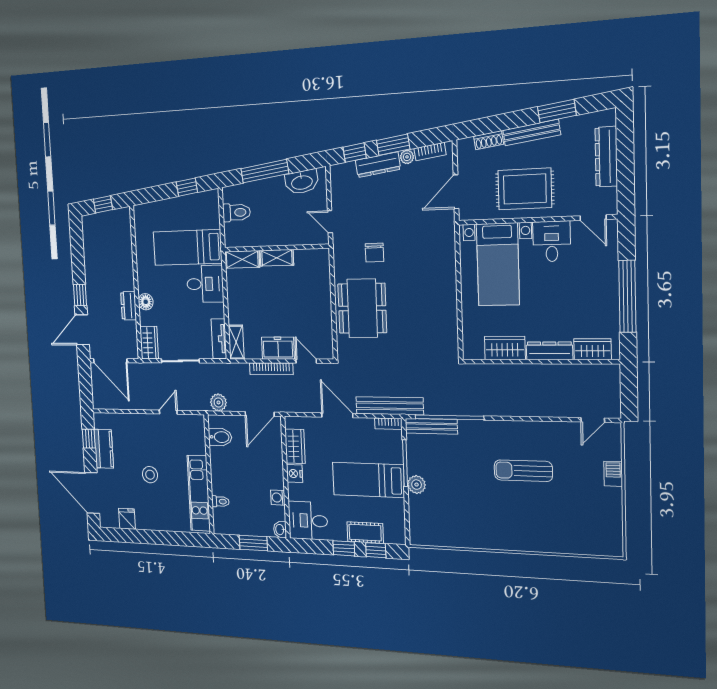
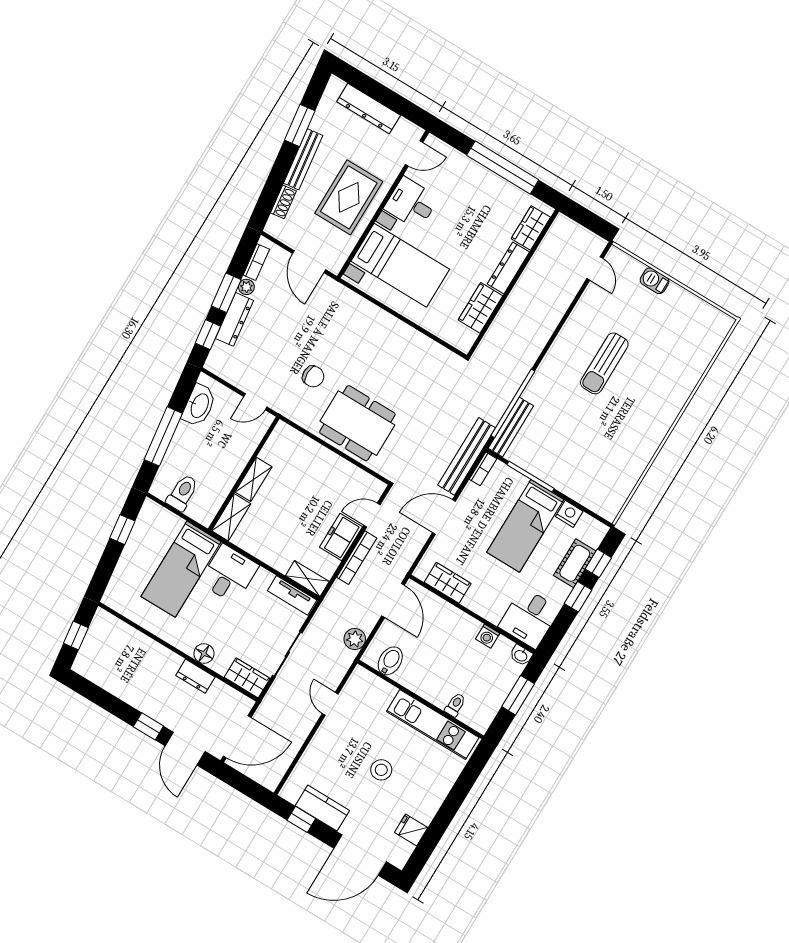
nightstand: (295, 474) -> (569, 514), moved, turned 180
plant: (417, 485) -> (558, 478), removed

